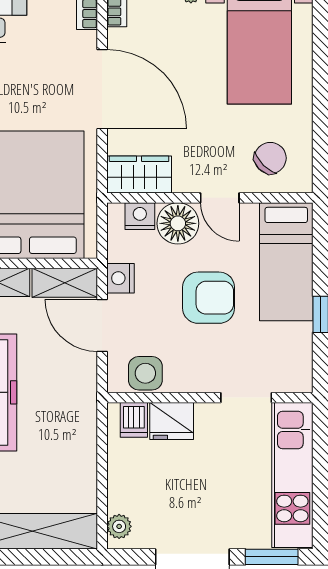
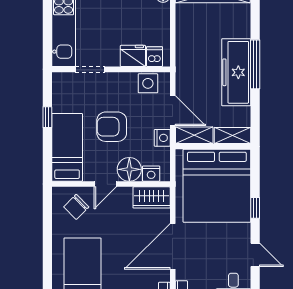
door: (102, 89) -> (173, 246), hinge flipped
door: (220, 198) -> (105, 184), swing flipped

